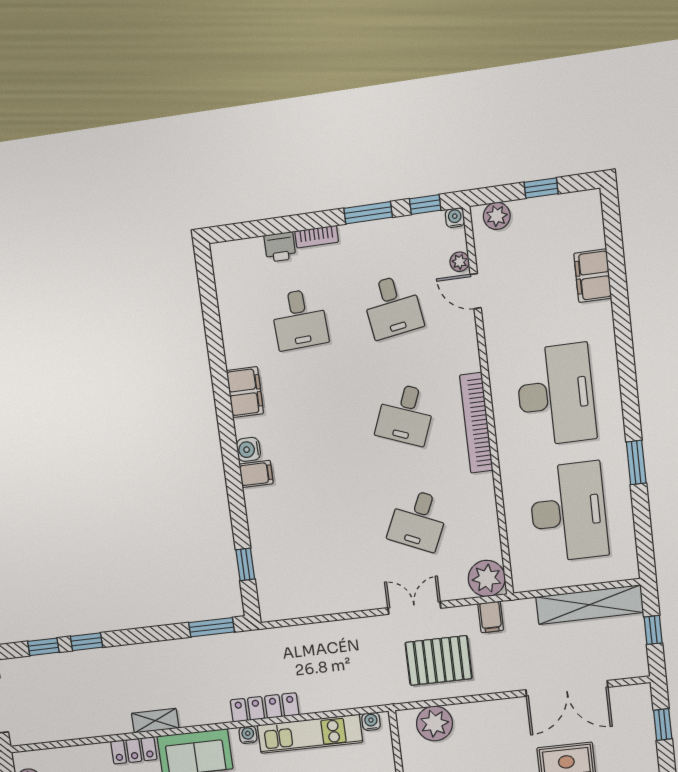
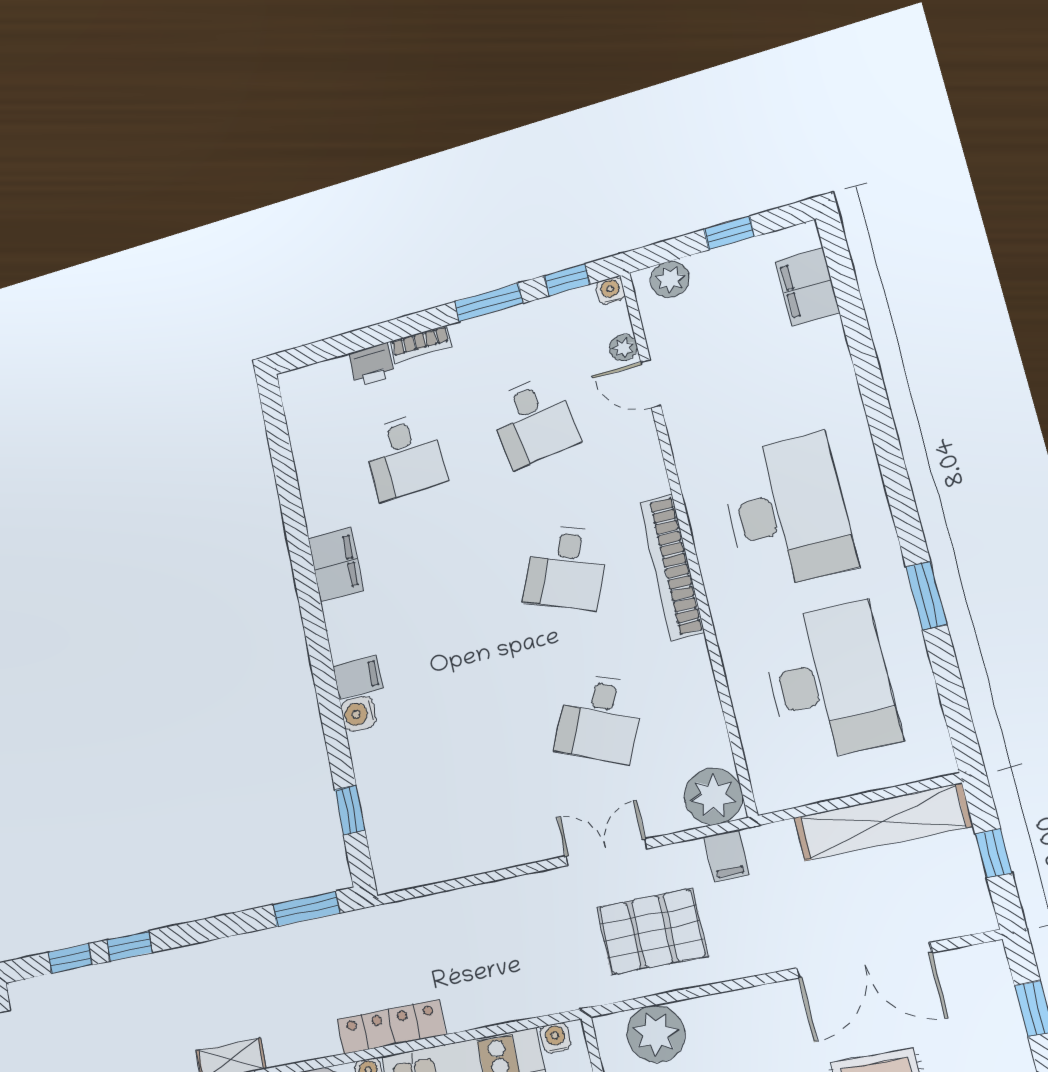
filing cabinet: (593, 276) -> (807, 287), moved
water cooler: (248, 449) -> (359, 714), moved

